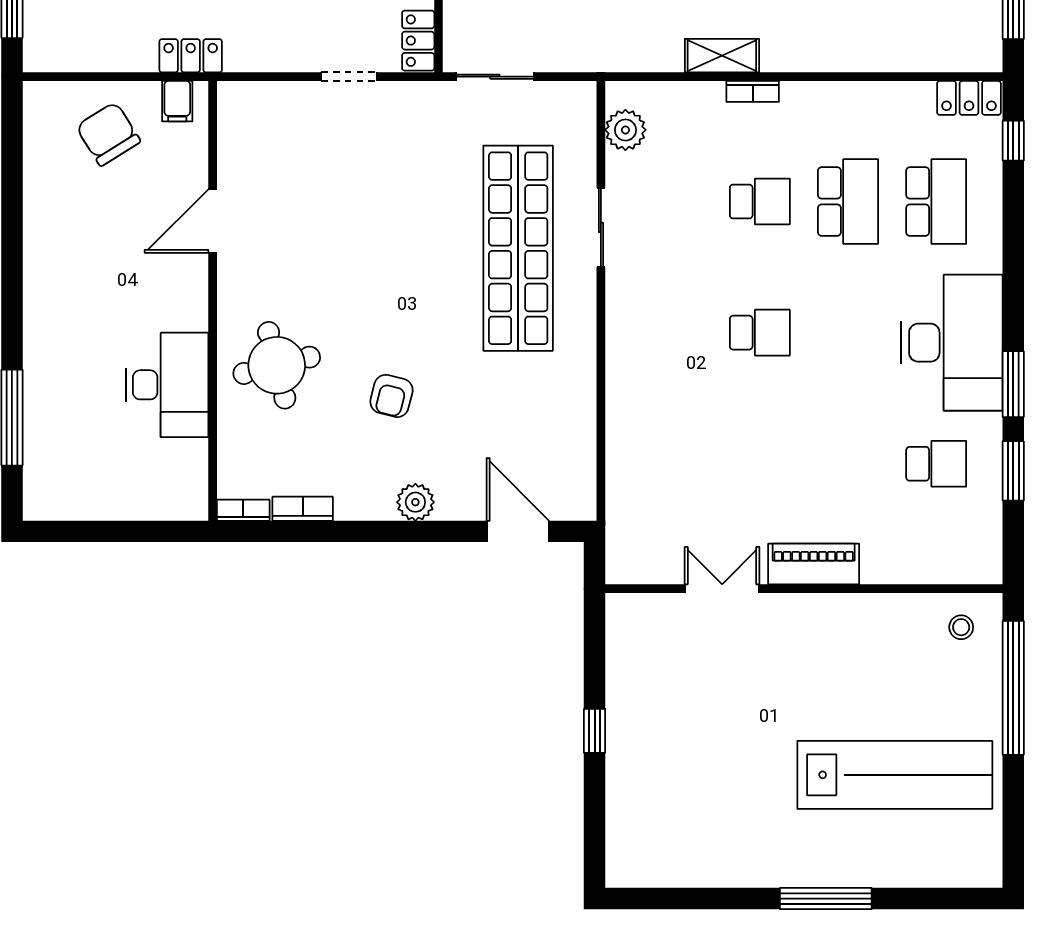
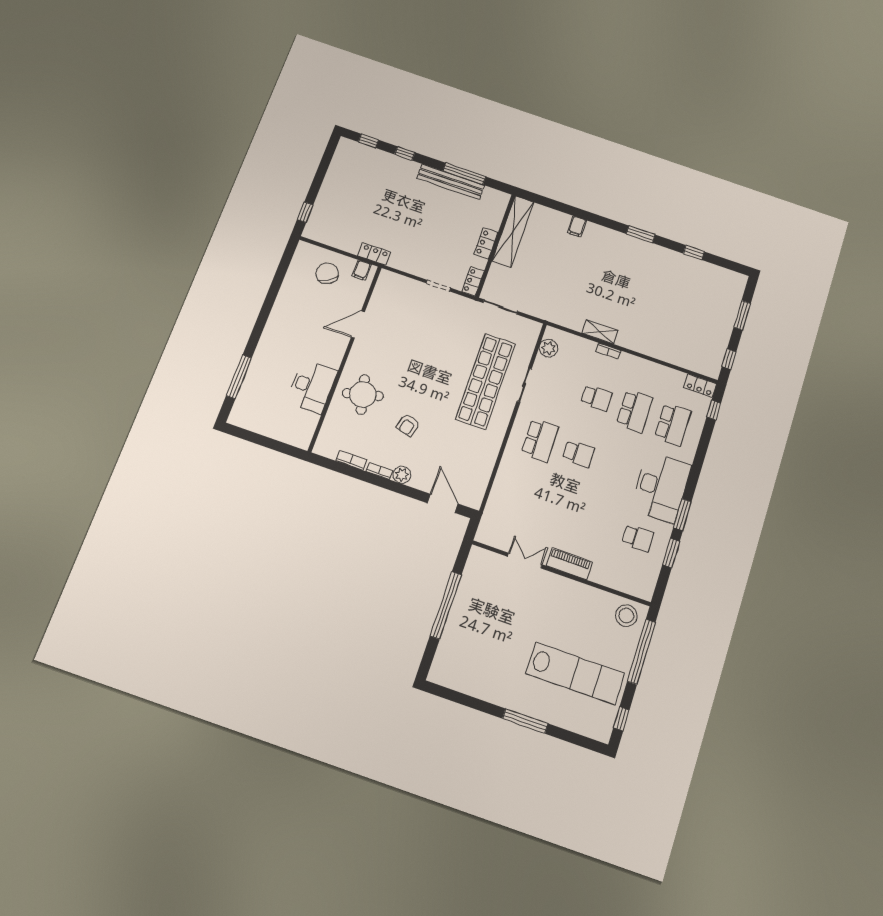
school desk: (672, 333) -> (540, 440), added
bookcase: (243, 510) -> (379, 471), moved
stool: (961, 627) -> (626, 616), width x1.89, depth x1.89
window: (595, 731) -> (446, 605), width x3.17
window: (1013, 831) -> (621, 719), added

